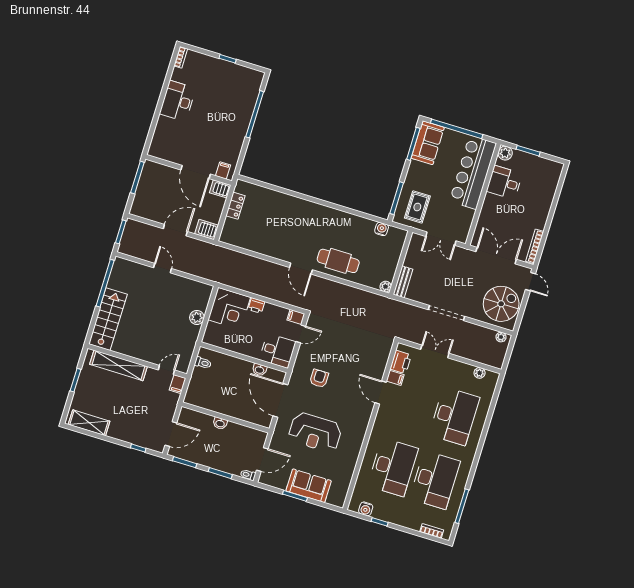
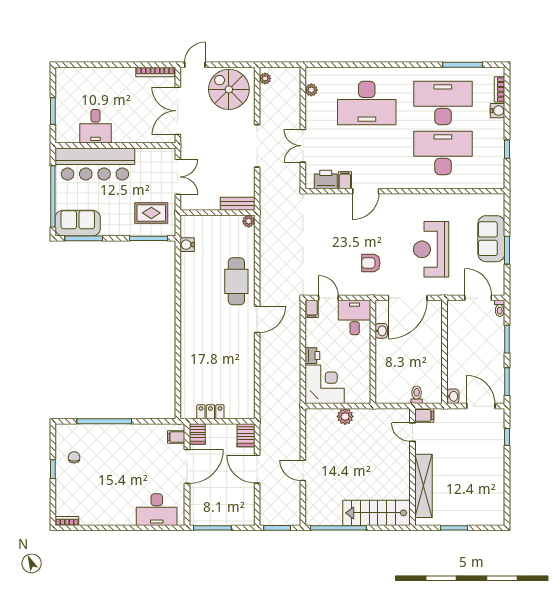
chair: (232, 80) -> (74, 457), added
desk: (178, 101) -> (157, 510), moved
plant: (505, 153) -> (63, 135), removed
door: (163, 268) -> (303, 470), hinge flipped
toilet: (203, 363) -> (417, 395), moved
desk: (454, 416) -> (367, 103), turned 180
shelving: (89, 423) -> (496, 499), removed
washbasin: (220, 423) -> (453, 396), moved
reception desk: (315, 432) -> (431, 249), turned 180
water cooler: (366, 509) -> (497, 111), moved

